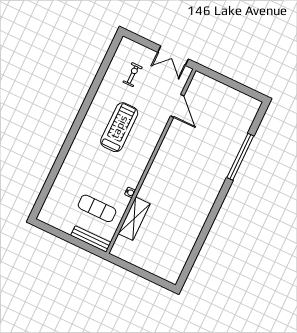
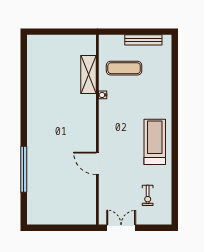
door: (177, 106) -> (97, 163), moved
treadmill: (119, 127) -> (155, 142), moved, turned 180
bench: (91, 239) -> (143, 40), moved

